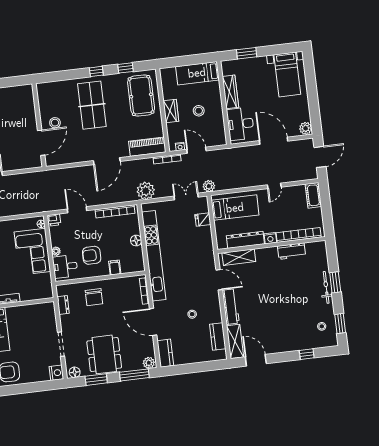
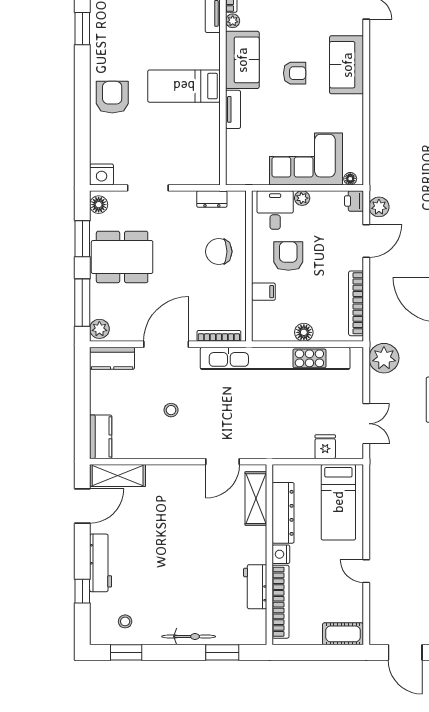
plant: (209, 186) -> (379, 207), moved
window: (335, 282) -> (222, 652), moved
workbench: (231, 307) -> (101, 563), moved, turned -90
kitchen counter: (218, 337) -> (101, 437), moved, turned 90

